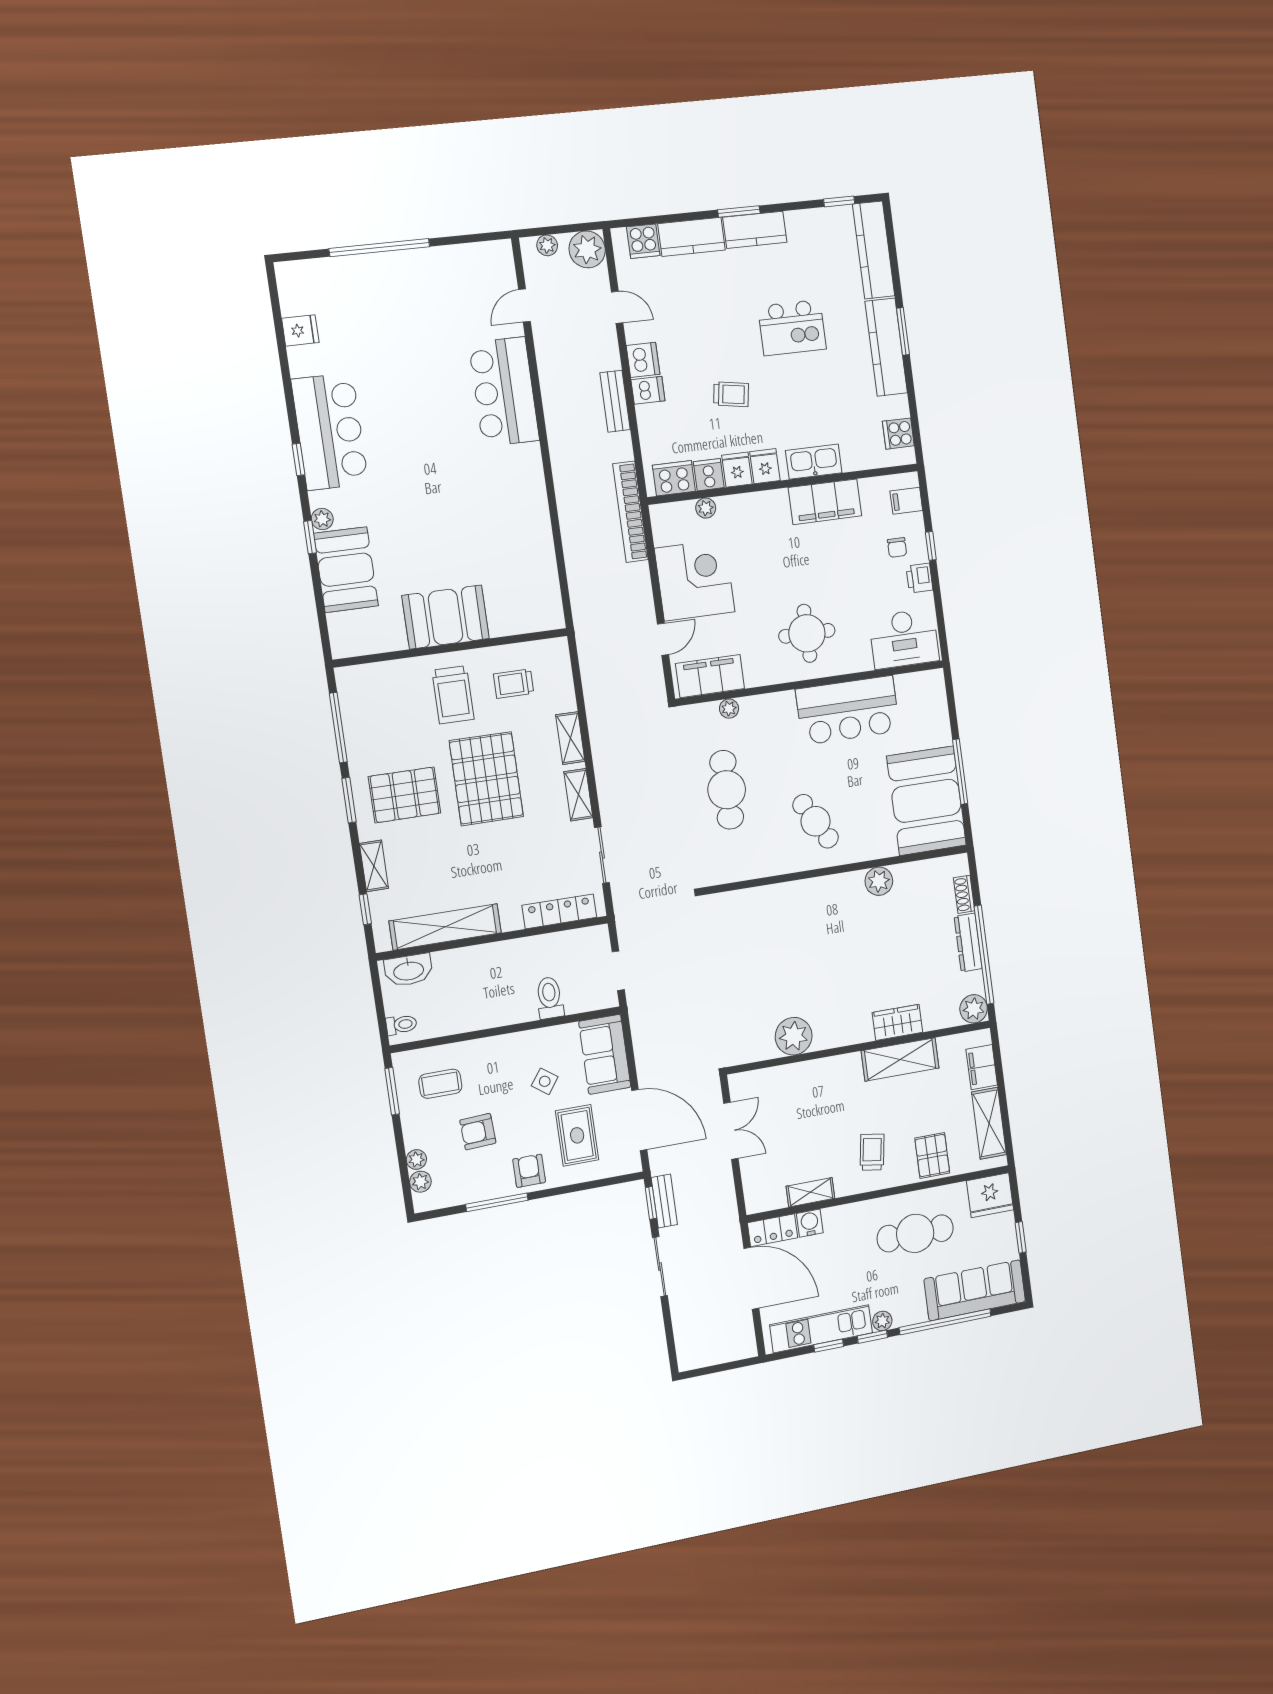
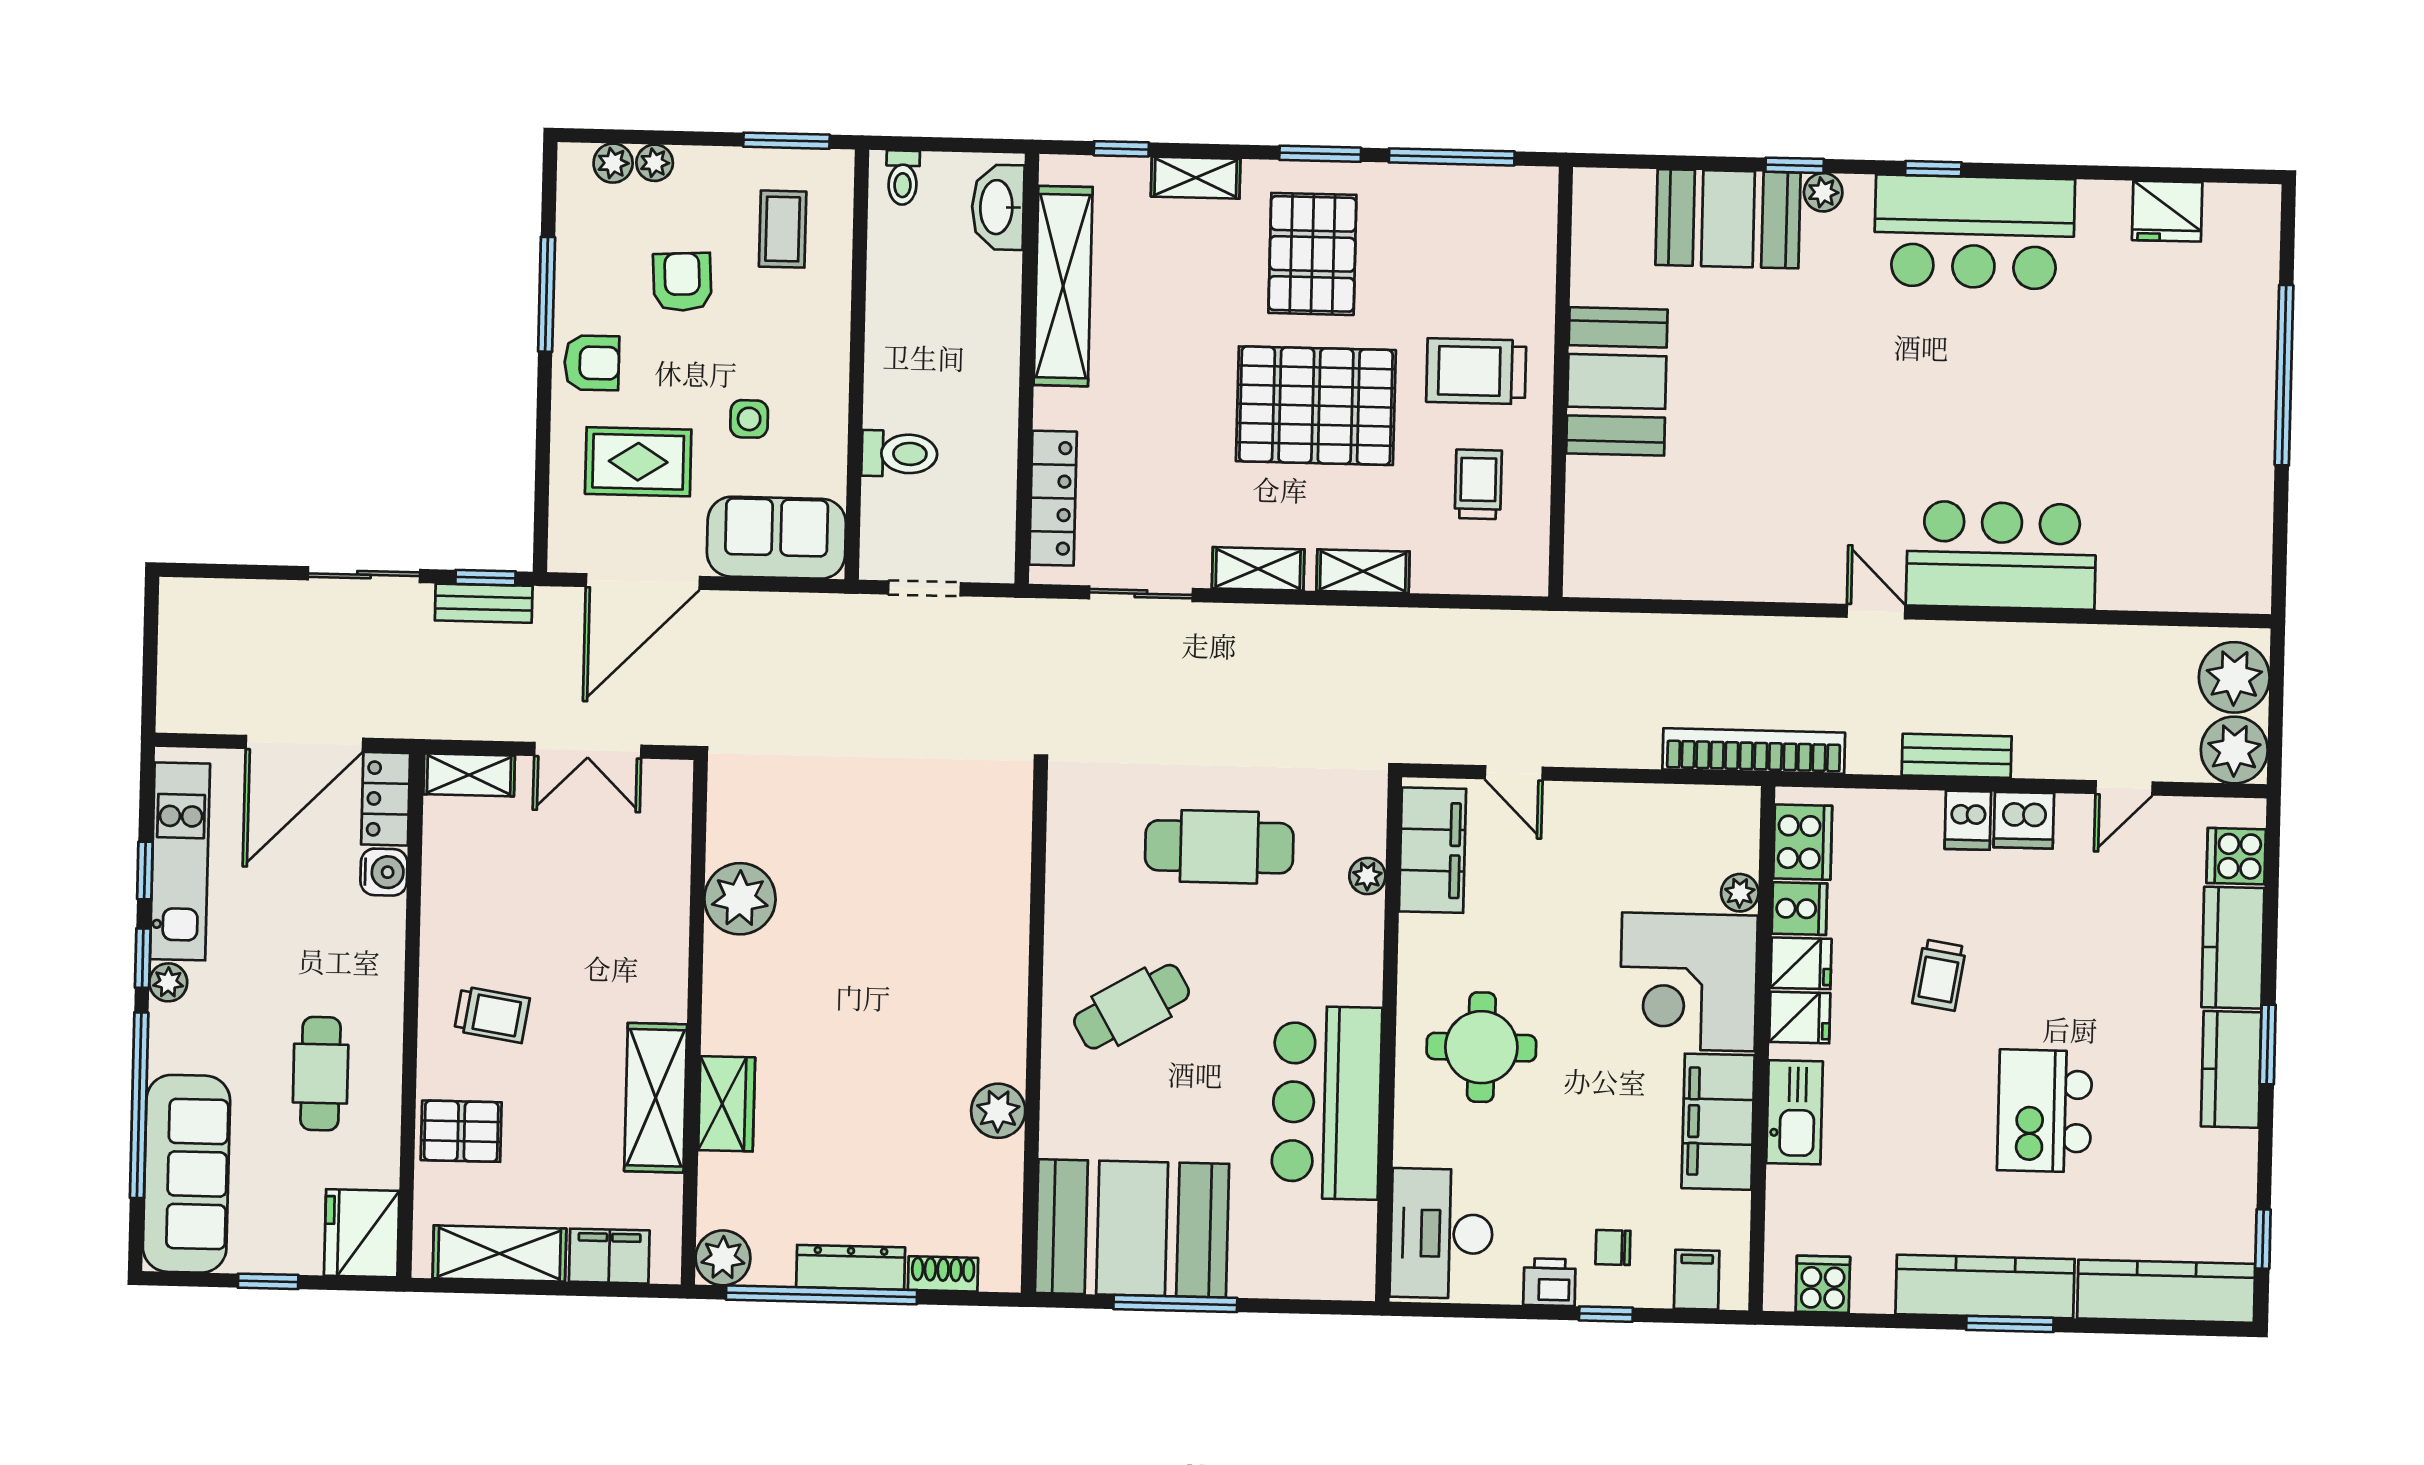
plant: (547, 245) -> (2234, 677), width x1.88, depth x1.88
door: (524, 306) -> (1876, 612), moved
fridge: (300, 330) -> (2167, 211), width x1.38
corner desk: (695, 580) -> (1688, 982), moved, turned 90
side table: (545, 1081) -> (749, 419), turned -36
shelving: (810, 1192) -> (469, 775), moved, turned 90
cafe table: (915, 1233) -> (321, 1074), width x0.73, depth x0.74

